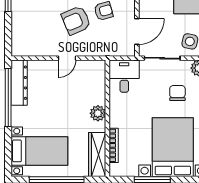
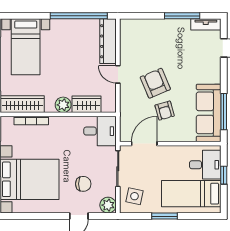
door: (137, 31) -> (144, 144), swing flipped
dresser: (19, 83) -> (108, 41), moved, turned 90
wardrobe: (97, 90) -> (87, 104), added

